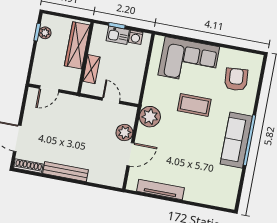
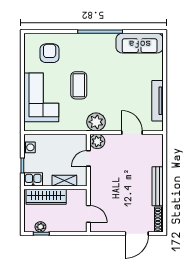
kitchen sink: (118, 35) -> (33, 179), moved, turned -90
armchair: (236, 79) -> (50, 53), turned 95
plant: (124, 133) -> (97, 141), moved
sofa: (236, 140) -> (140, 43), moved

